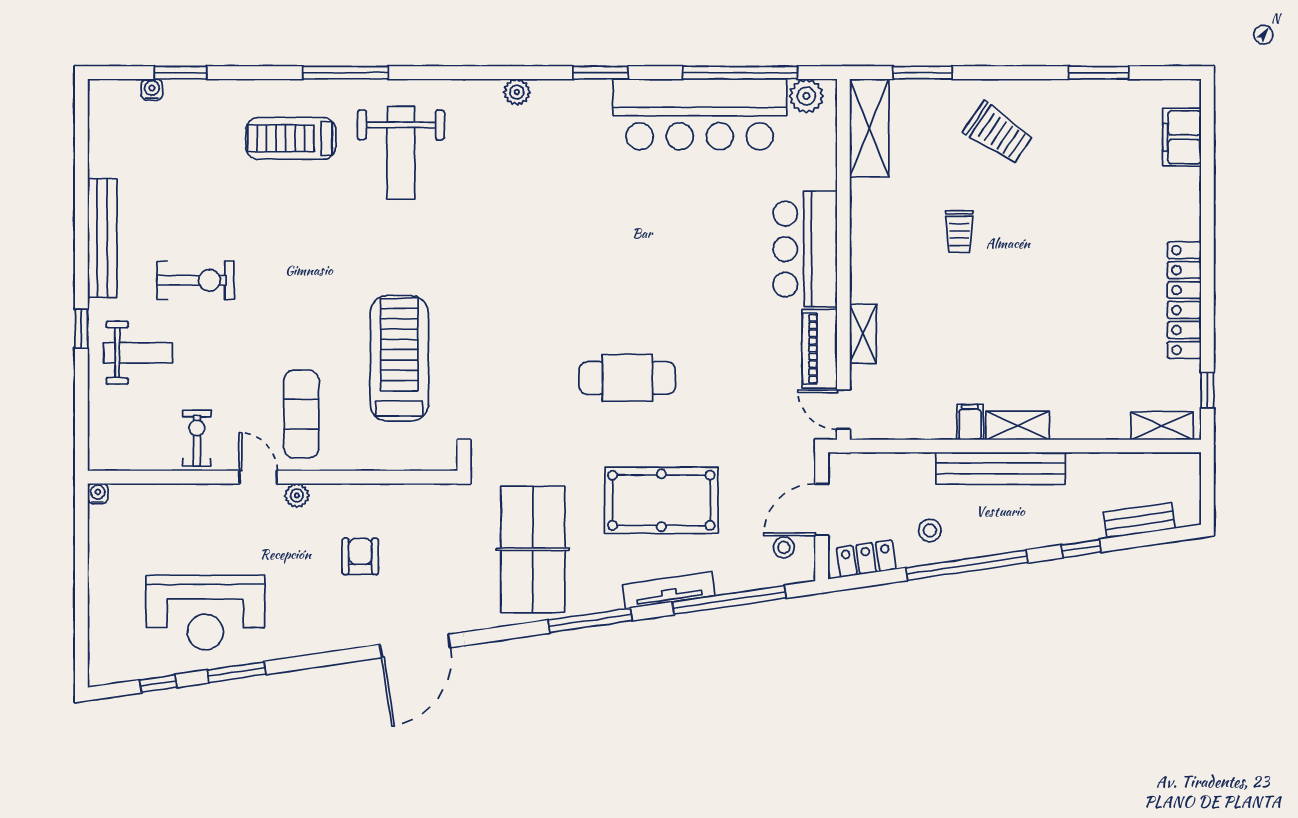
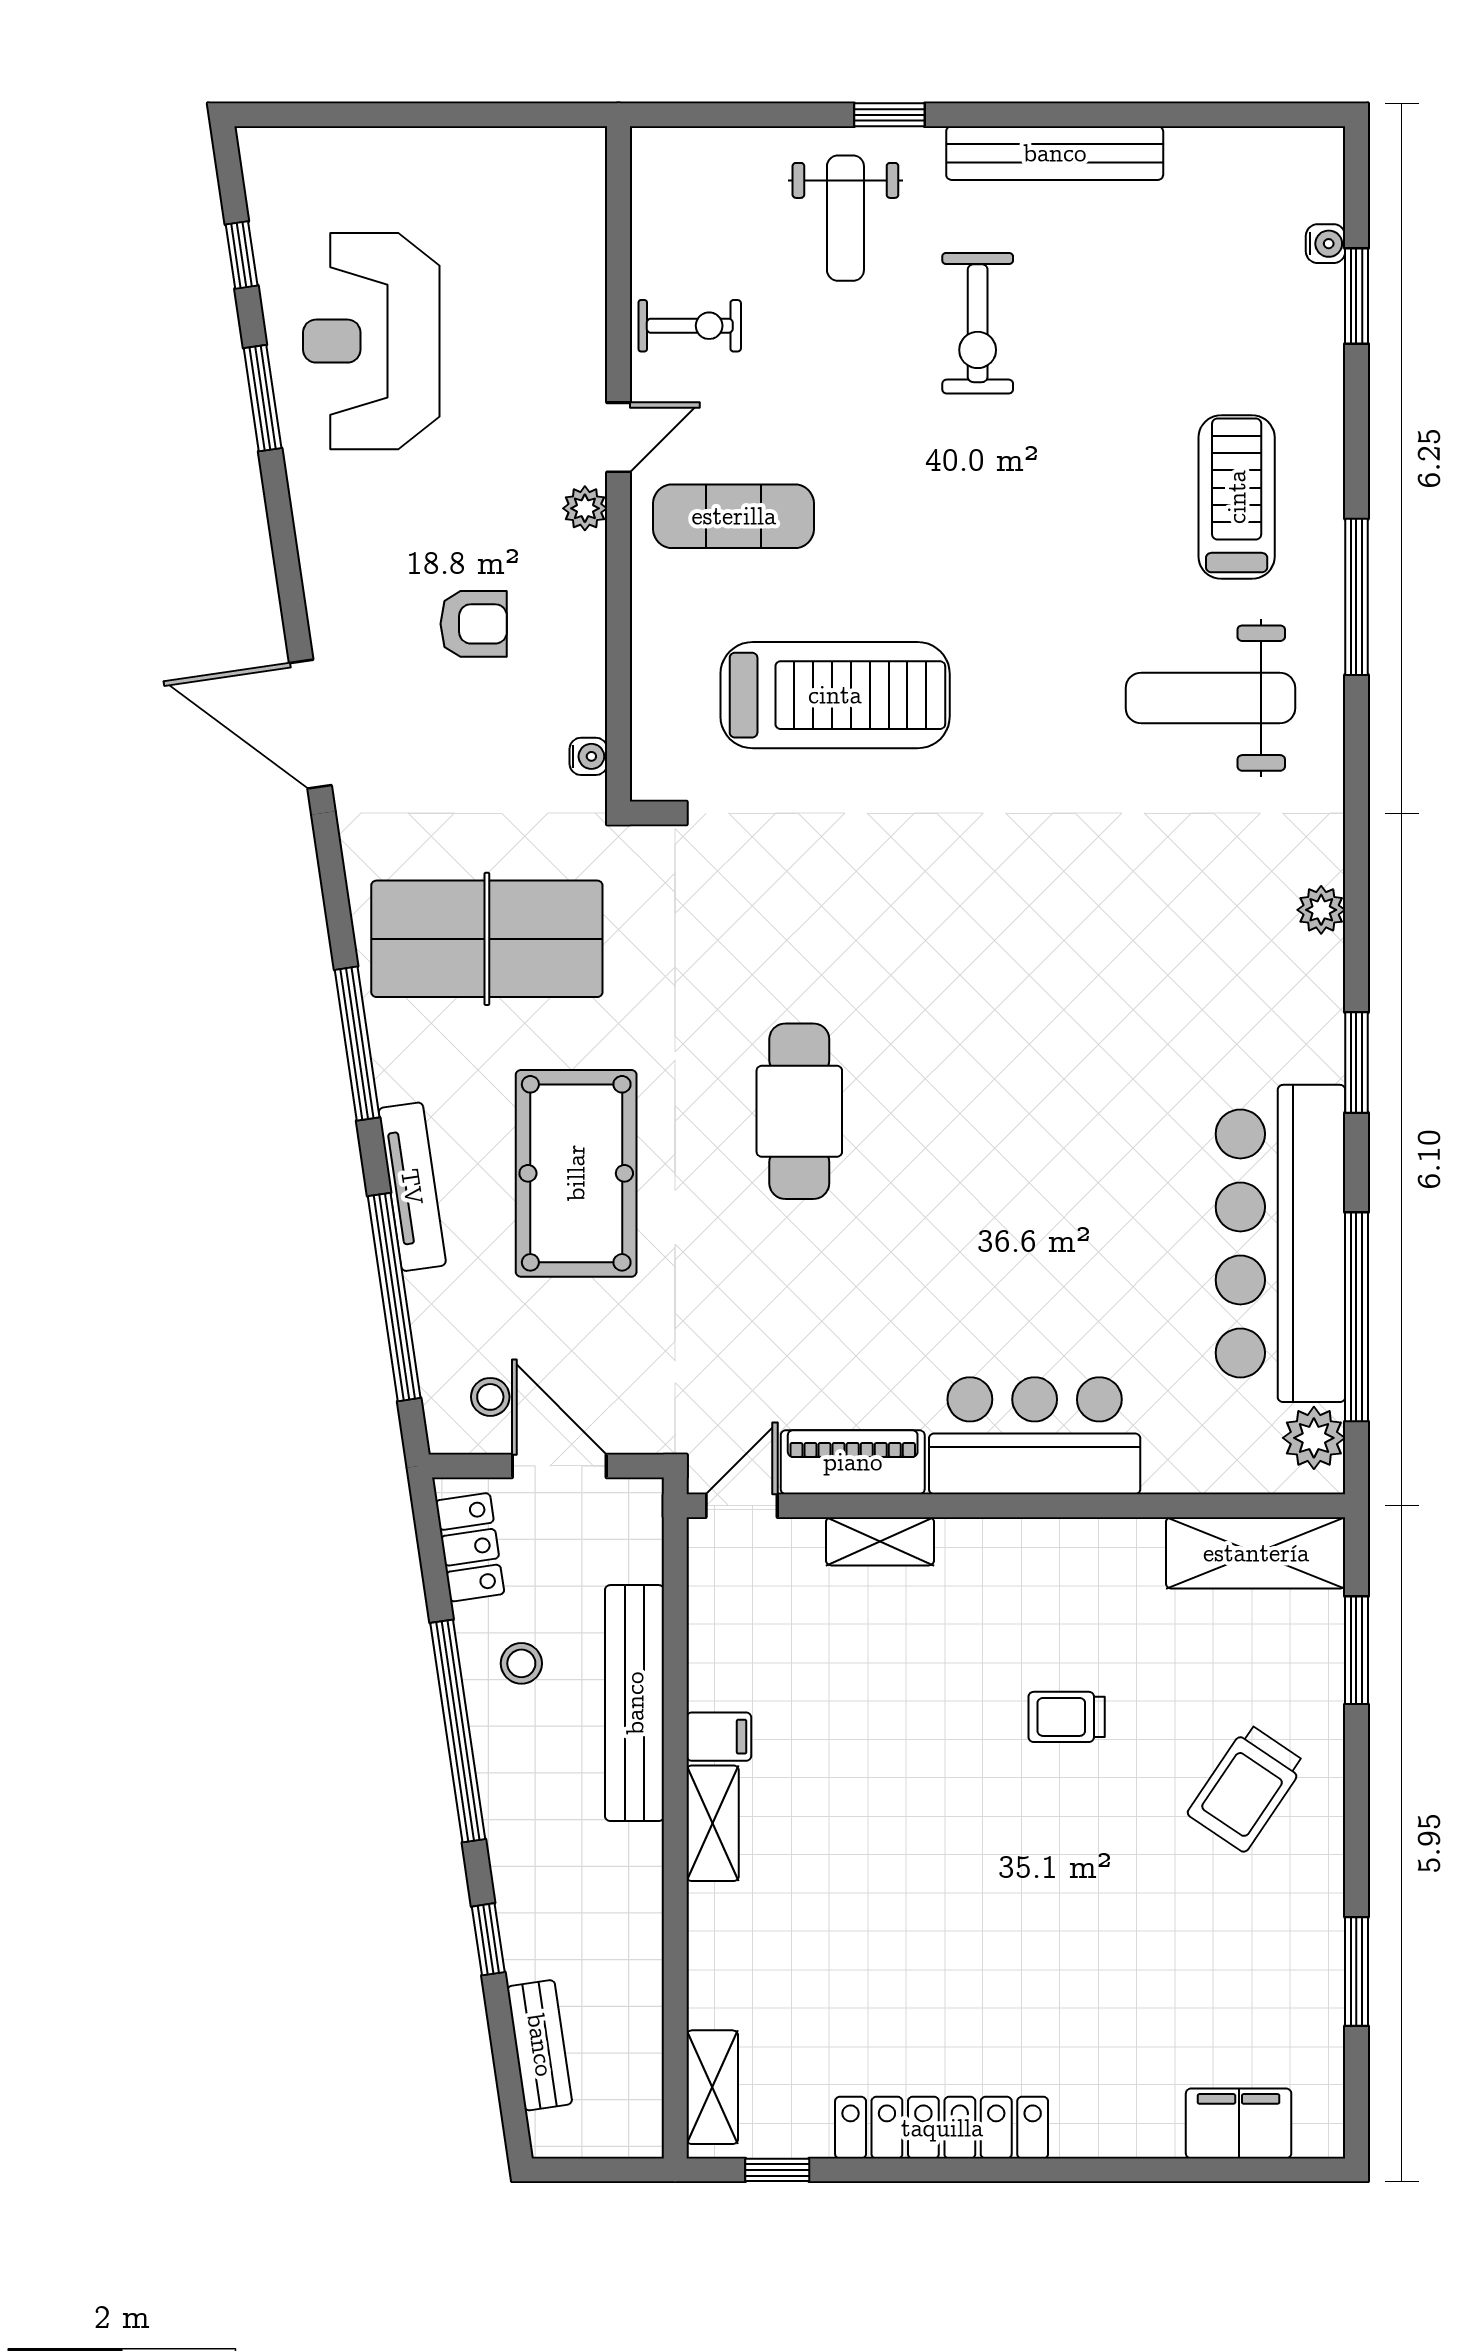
bench: (1001, 468) -> (635, 1703), moved
water cooler: (98, 494) -> (588, 756), moved

